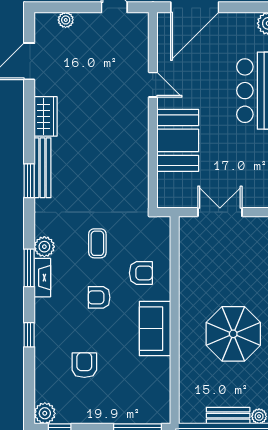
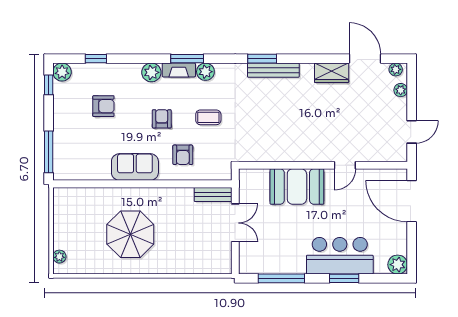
plant: (42, 26) -> (396, 69), added
wardrobe: (46, 116) -> (332, 73), moved
plant: (45, 309) -> (151, 72), added
window: (29, 335) -> (96, 59), moved
bench: (228, 416) -> (213, 194), moved, turned 90

